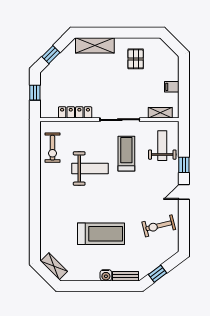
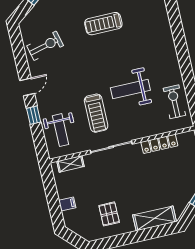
filing cabinet: (172, 87) -> (67, 204), moved
treadmill: (101, 234) -> (103, 24), width x0.73, depth x0.73

